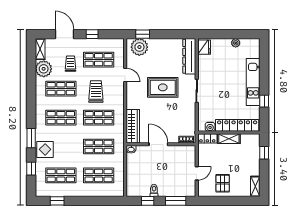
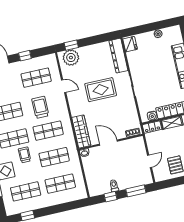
trolley: (71, 64) -> (25, 155), moved

